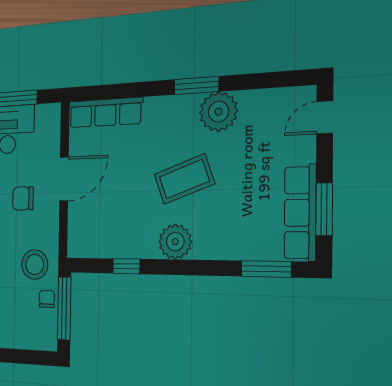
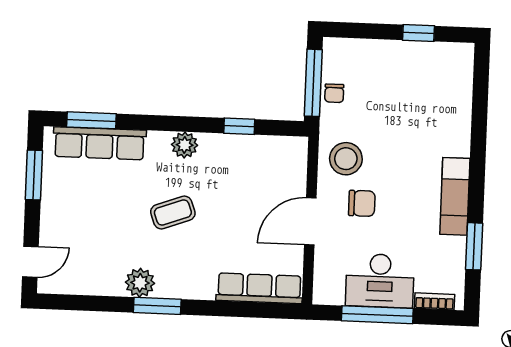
plant: (218, 112) -> (140, 283), width x0.73, depth x0.73
coffee table: (184, 179) -> (173, 212), width x0.73, depth x0.77
row of seats: (300, 213) -> (100, 143), moved, turned 90
plant: (175, 242) -> (185, 145), width x0.73, depth x0.73
stool: (35, 265) -> (346, 159), moved

